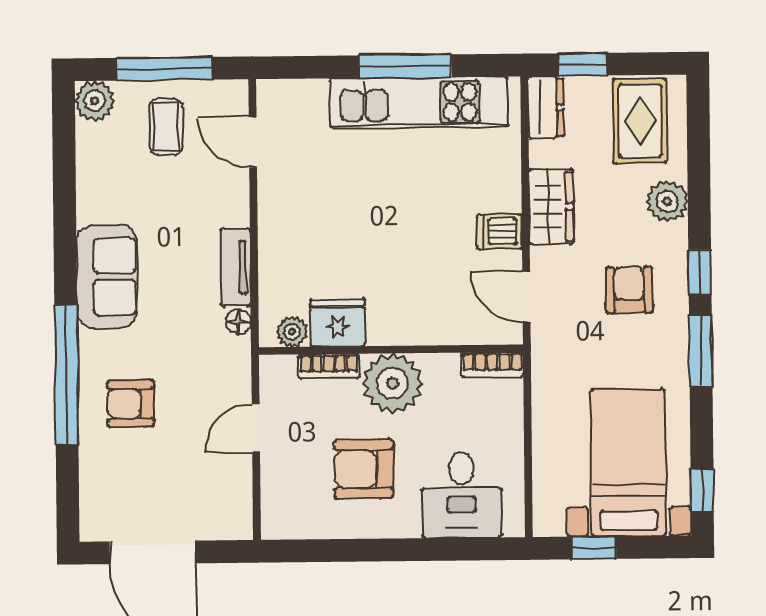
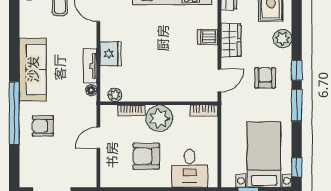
dishwasher: (499, 231) -> (208, 37), moved
sofa: (107, 277) -> (33, 69), width x1.36
door: (526, 297) -> (219, 80), swing flipped
fridge: (338, 323) -> (111, 54), moved, turned 90

